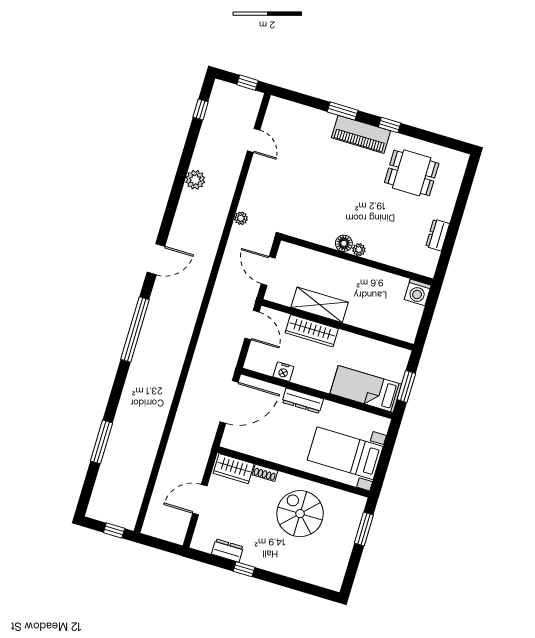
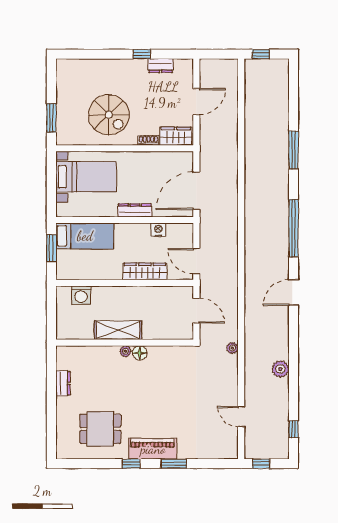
washing machine: (418, 292) -> (81, 295), moved, turned 180
shelving: (320, 305) -> (118, 330), moved
window: (101, 442) -> (294, 150), moved

